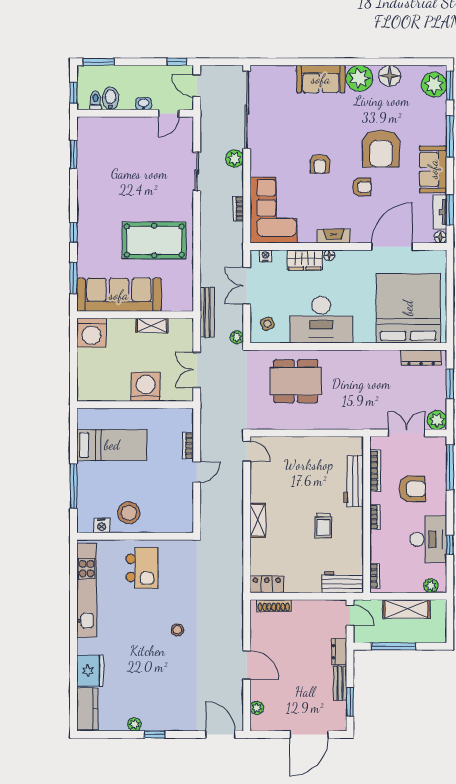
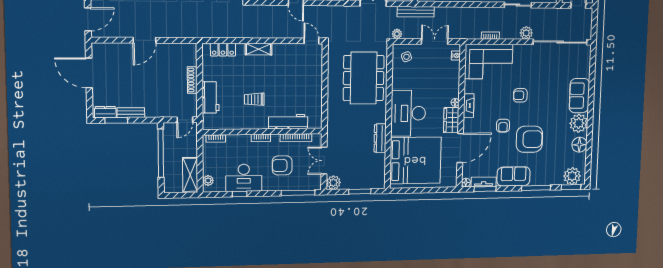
armchair: (381, 149) -> (529, 139), turned 180
door: (392, 247) -> (460, 148), hinge flipped
wardrobe: (305, 260) -> (451, 120), moved
desk: (321, 320) -> (408, 113), moved
dresser: (421, 358) -> (380, 138), moved
dining table: (296, 381) -> (364, 78), width x1.36, depth x1.24
double door: (407, 433) -> (324, 161), swing flipped
door: (247, 451) -> (311, 41), swing flipped
armchair: (412, 489) -> (282, 165), turned 90
workbench: (343, 582) -> (210, 97), moved
locker: (267, 584) -> (223, 50), moved, turned 90
shoe rack: (274, 605) -> (192, 80), moved
shelving: (406, 609) -> (190, 175), moved
window: (394, 646) -> (161, 153), width x1.46
dresser: (339, 652) -> (105, 112), moved
plant: (257, 708) -> (110, 48), removed
door: (309, 734) -> (89, 73), moved

